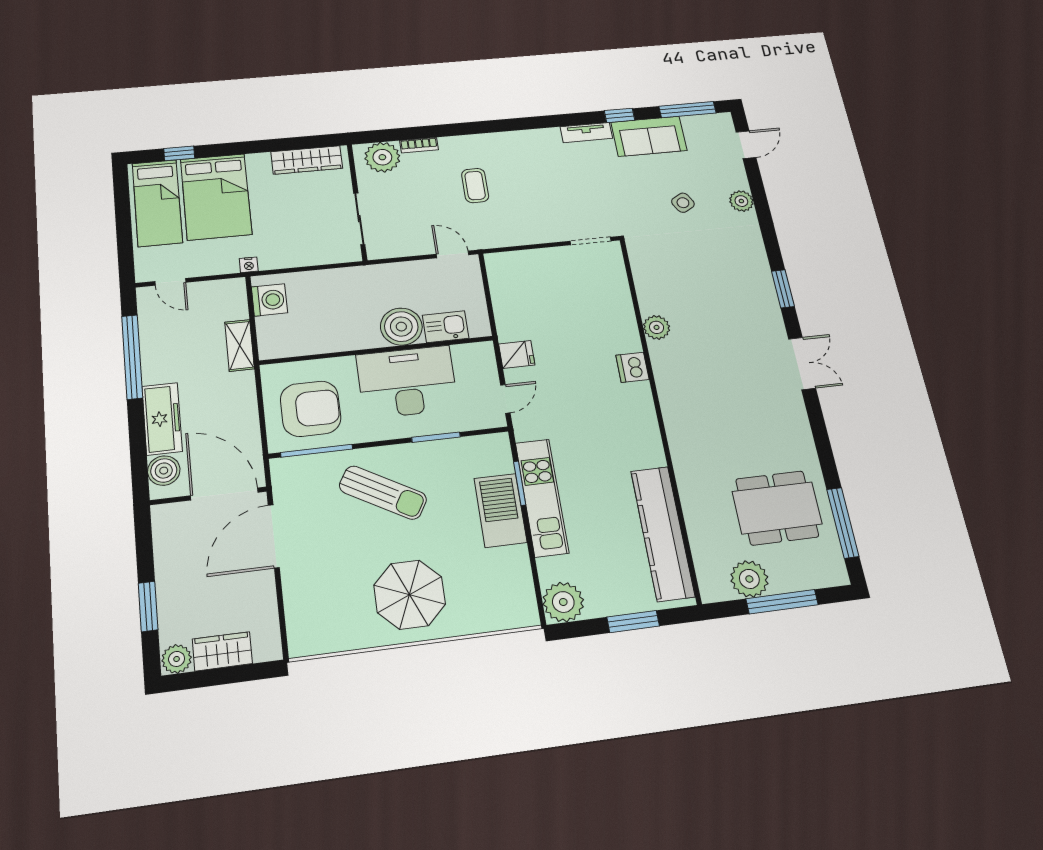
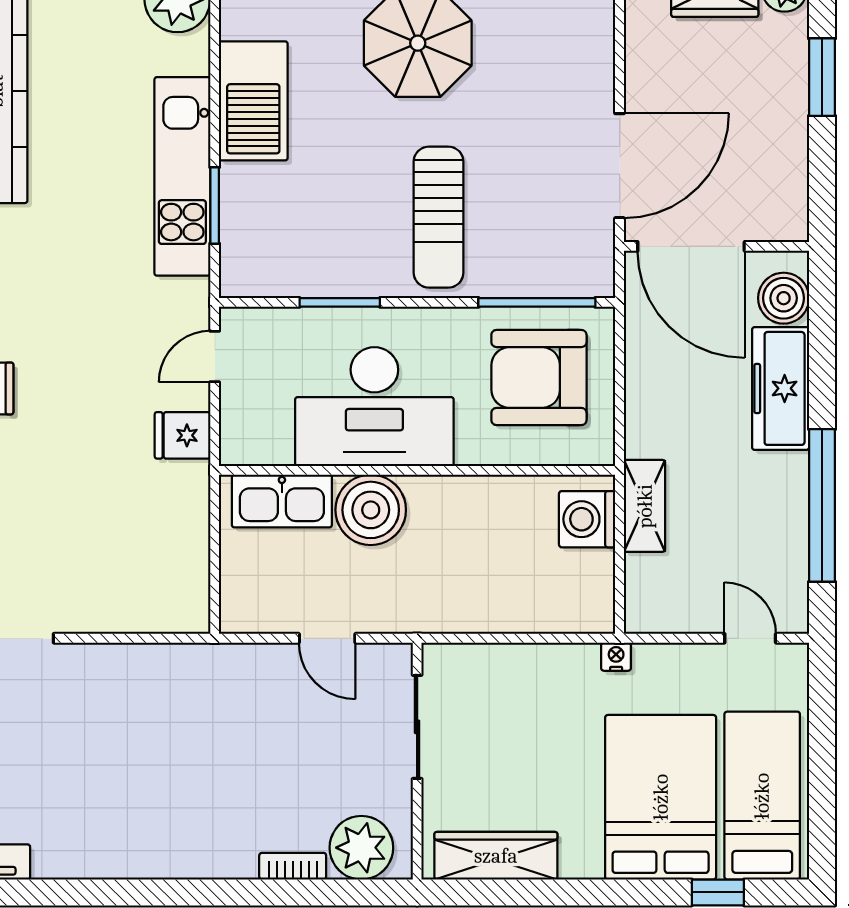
coffee table: (475, 186) -> (204, 772), removed
door: (452, 254) -> (327, 638), moved
washing machine: (270, 300) -> (587, 519), moved
kitchen sink: (446, 327) -> (282, 501), width x1.38
sun lounger: (383, 493) -> (439, 217), turned -120
barbecue: (500, 510) -> (253, 101), moved

